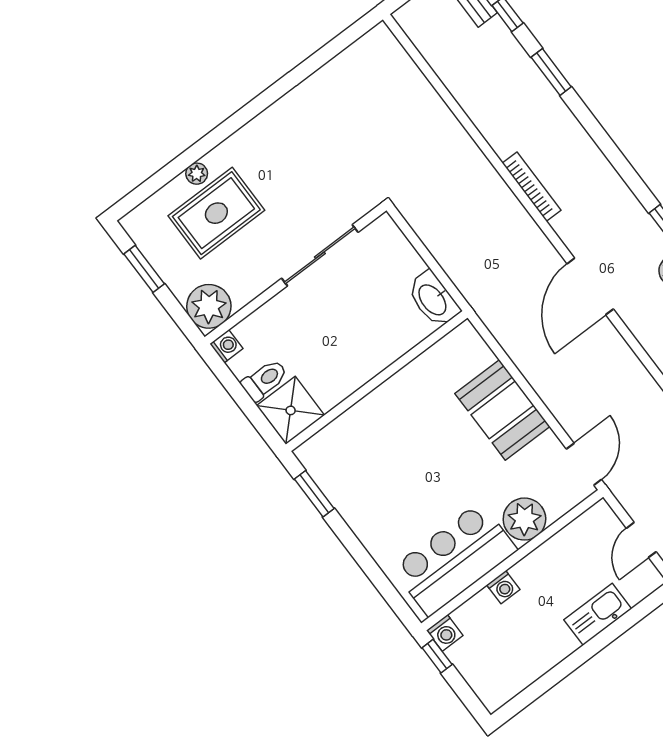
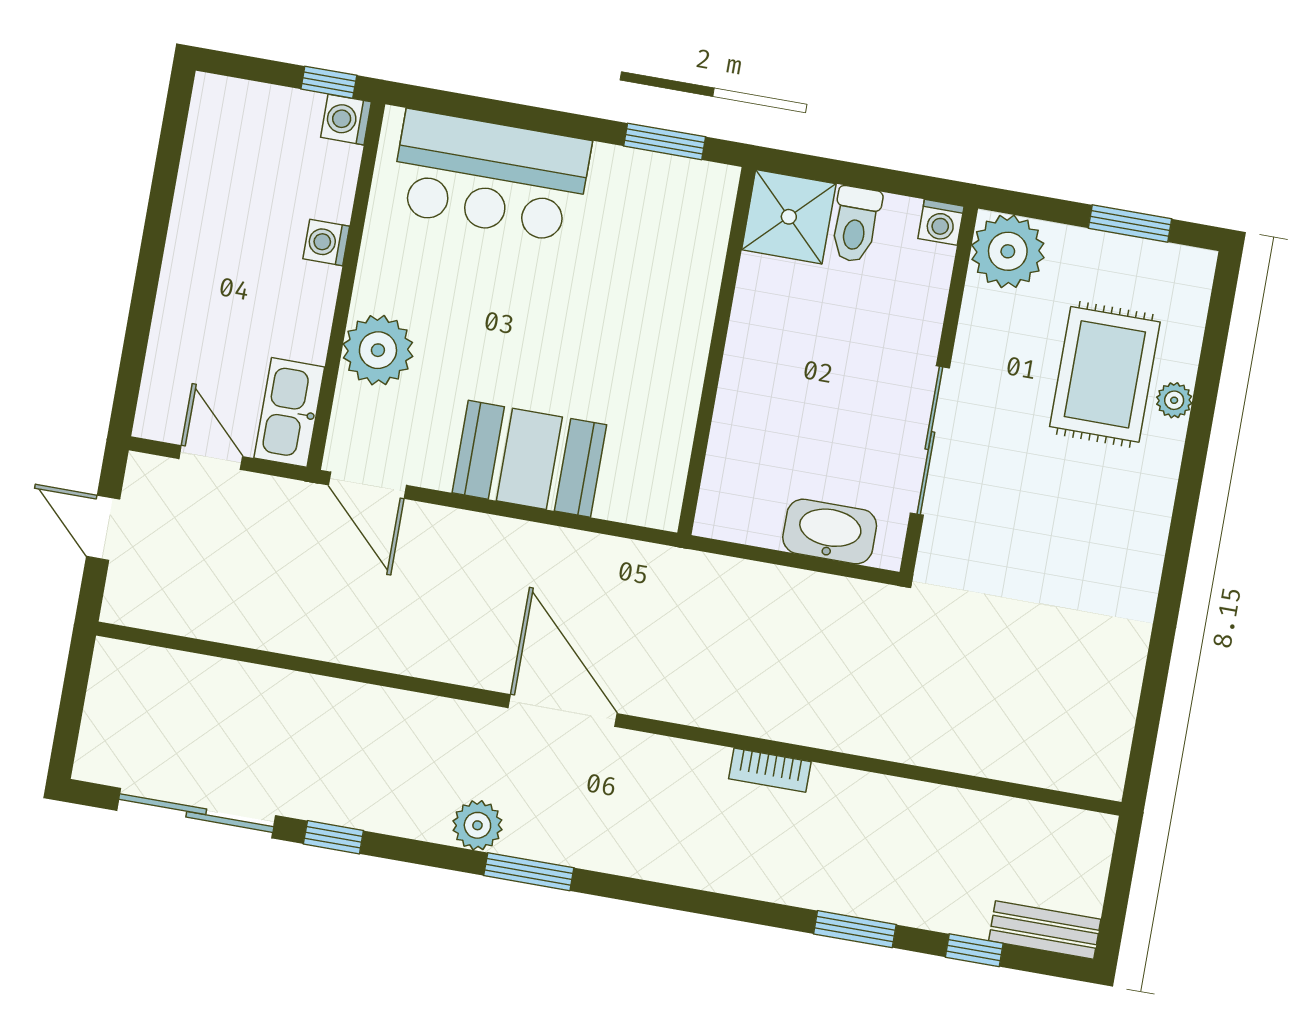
bookcase: (532, 187) -> (770, 770), width x0.64
washbasin: (433, 299) -> (830, 531), moved
bar counter: (455, 559) -> (490, 176), moved, turned 90
kitchen sink: (598, 614) -> (289, 412), moved, turned 180

